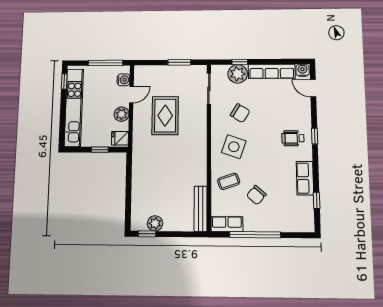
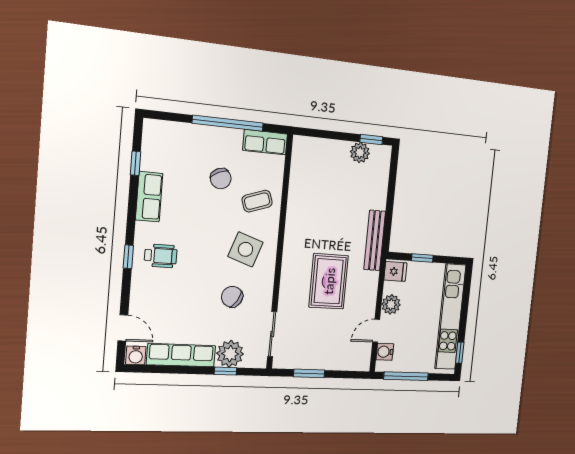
rug: (165, 116) -> (329, 281), moved
chair: (256, 195) -> (221, 179), turned 114
bench: (201, 209) -> (375, 240), moved

